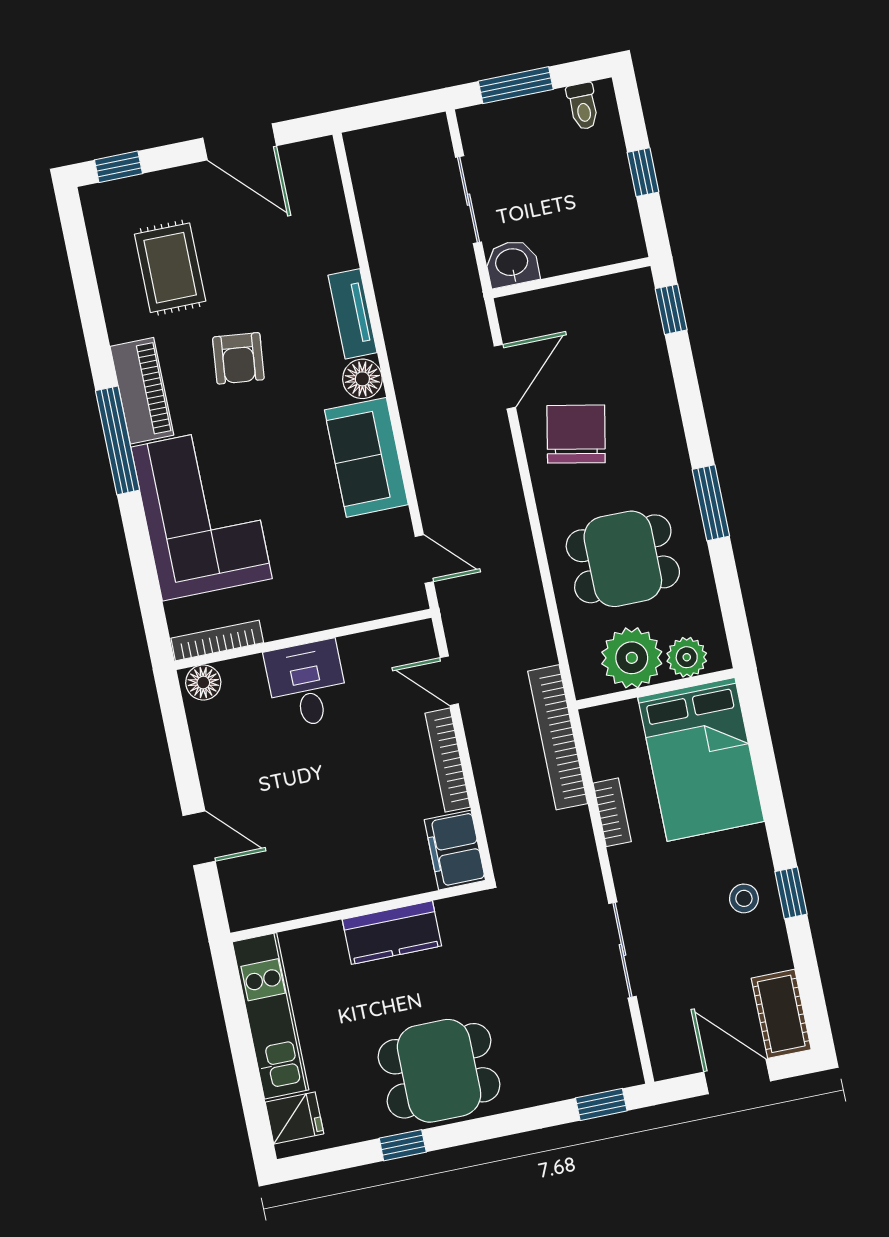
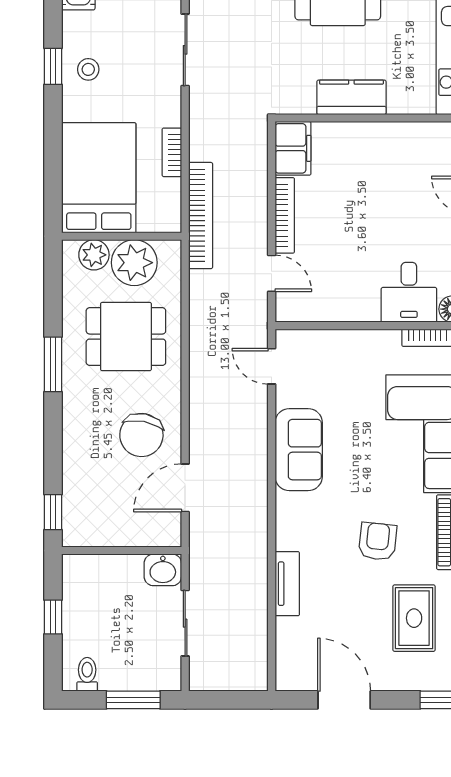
tv unit: (353, 314) -> (287, 584), moved
floor lamp: (362, 379) -> (290, 508), removed
desk: (307, 684) -> (409, 292), moved

